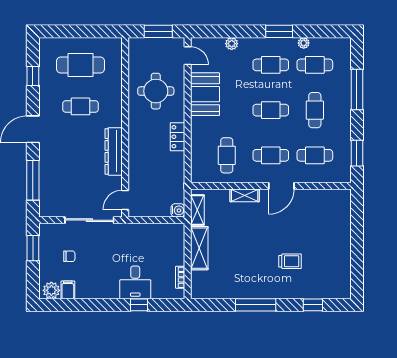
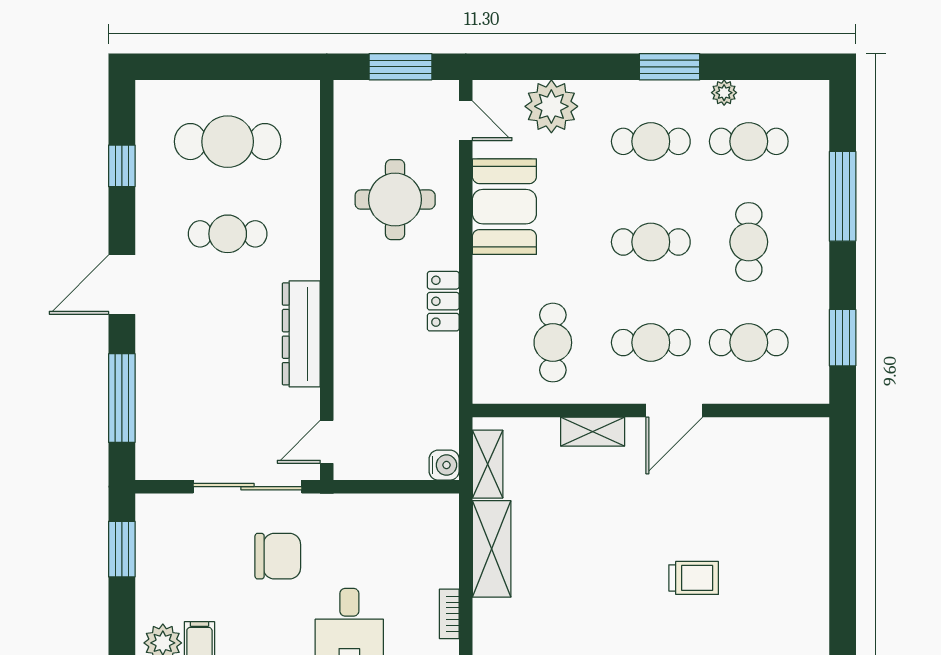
plant: (232, 44) -> (551, 106), width x1.88, depth x1.88
chair: (69, 256) -> (278, 556), moved, width x1.87, depth x1.87

